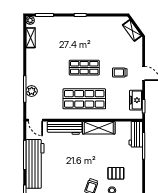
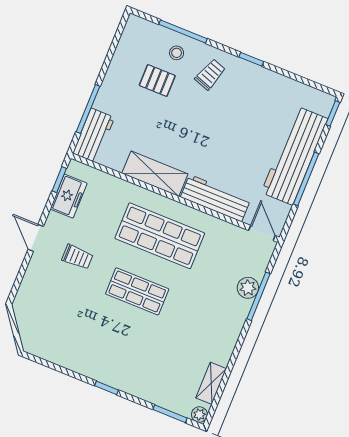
shelving: (132, 30) -> (25, 323), removed

